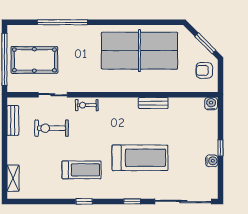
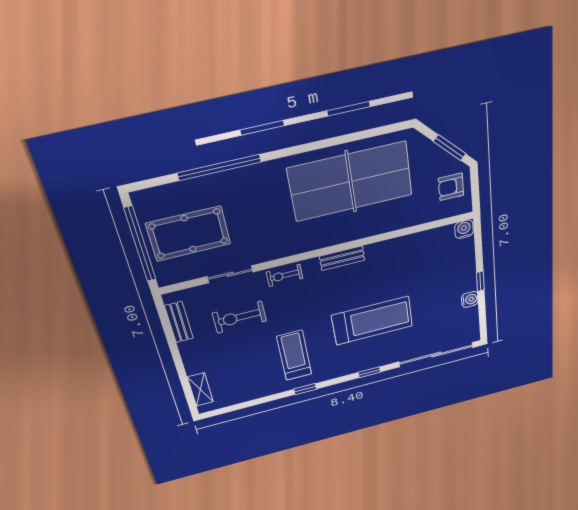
bench: (153, 103) -> (342, 258), moved
treadmill: (82, 170) -> (294, 355), turned -90

